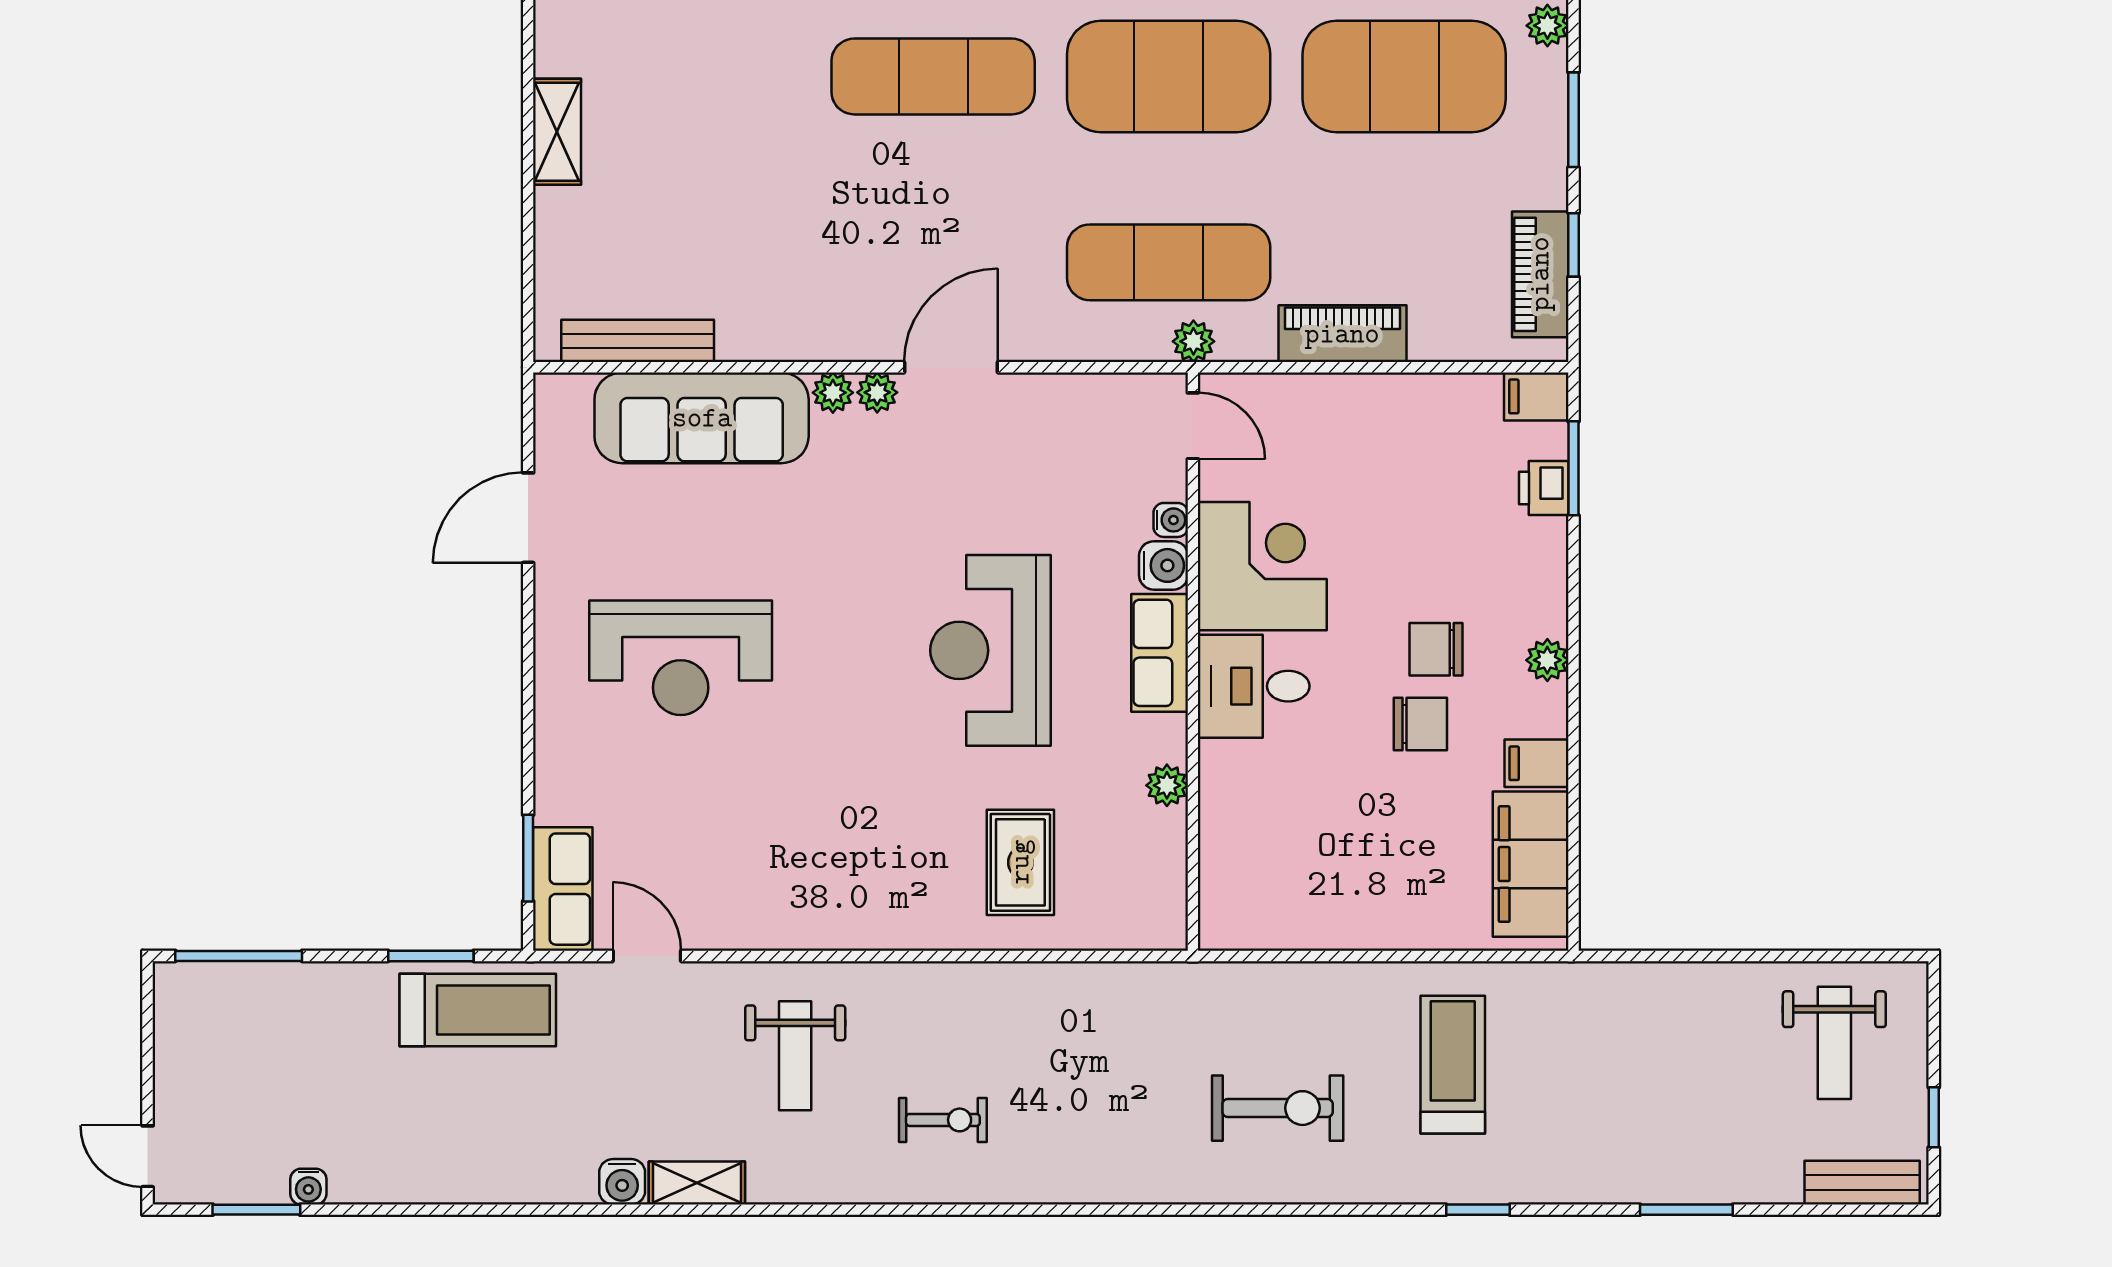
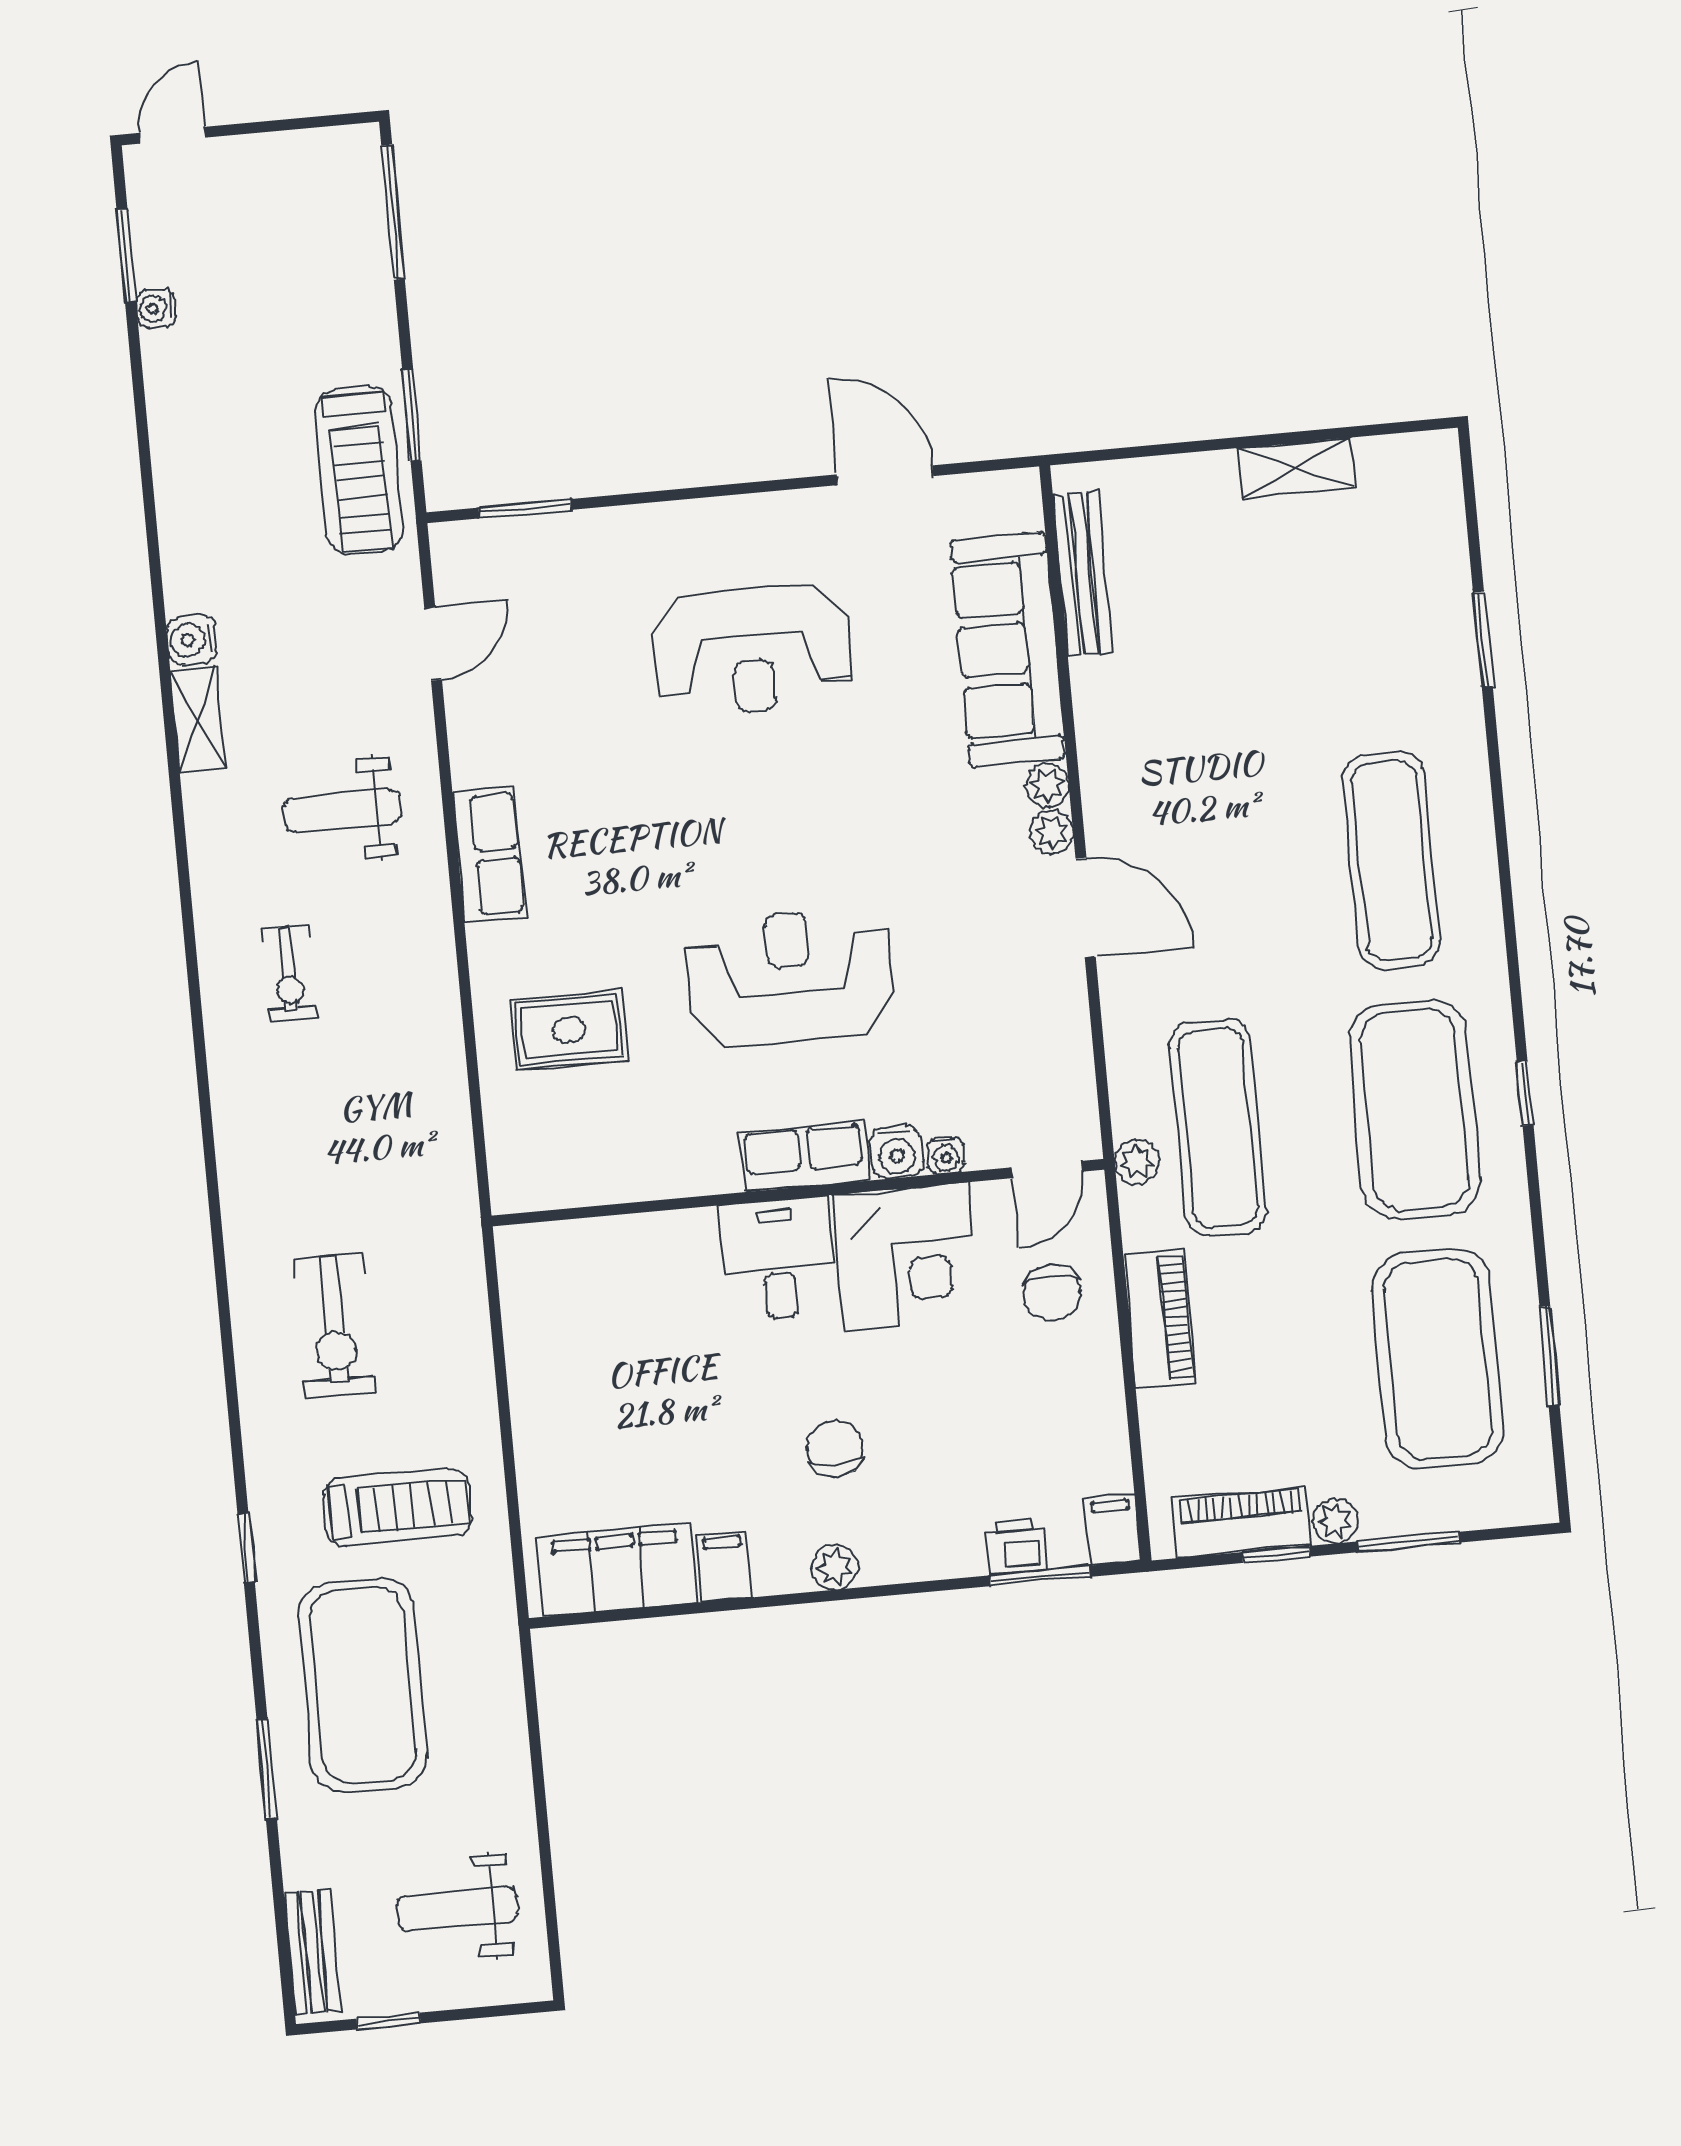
plant: (1547, 26) -> (1335, 1521), moved
reception desk: (681, 658) -> (752, 650), turned -90
chair: (1420, 724) -> (1052, 1293), moved
plant: (1167, 785) -> (665, 1177), removed
row of seats: (563, 889) -> (490, 855), moved, turned -90
exercise mat: (1617, 1113) -> (363, 1685), added

